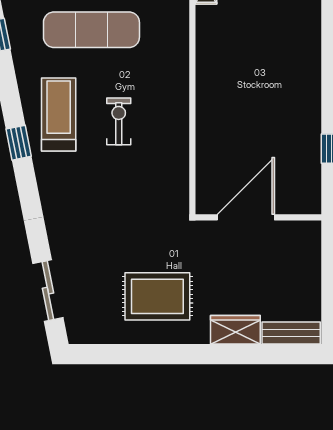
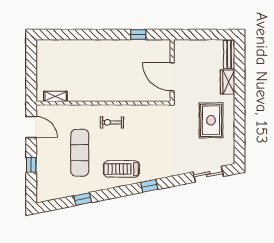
exercise bike: (119, 121) -> (112, 122), moved
window: (19, 143) -> (149, 186), moved

